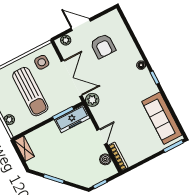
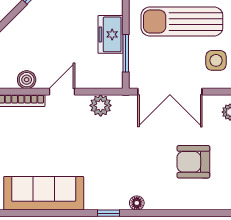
plant: (92, 100) -> (101, 105), moved
freezer: (72, 119) -> (110, 34), moved, width x0.71
door: (102, 137) -> (62, 92), swing flipped

